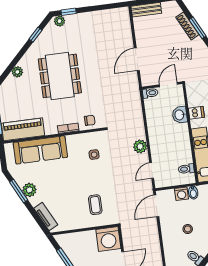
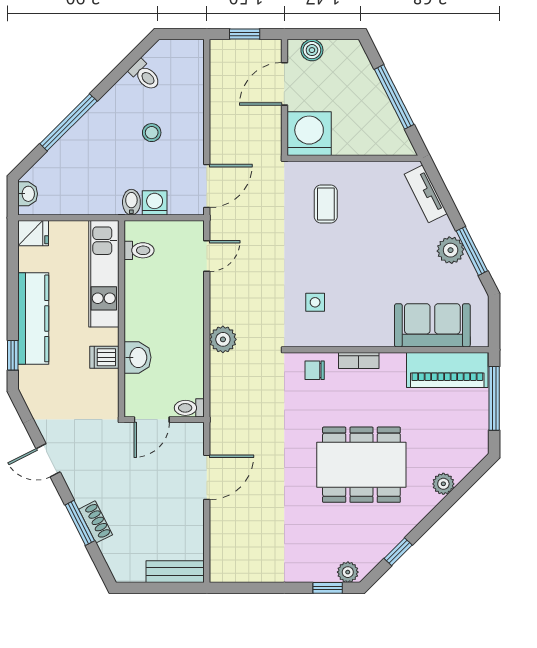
shoe rack: (187, 26) -> (96, 522), width x0.70
dining table: (60, 76) -> (361, 465), turned 90
plant: (140, 147) -> (223, 339), moved
sofa: (40, 150) -> (432, 325), width x0.73

